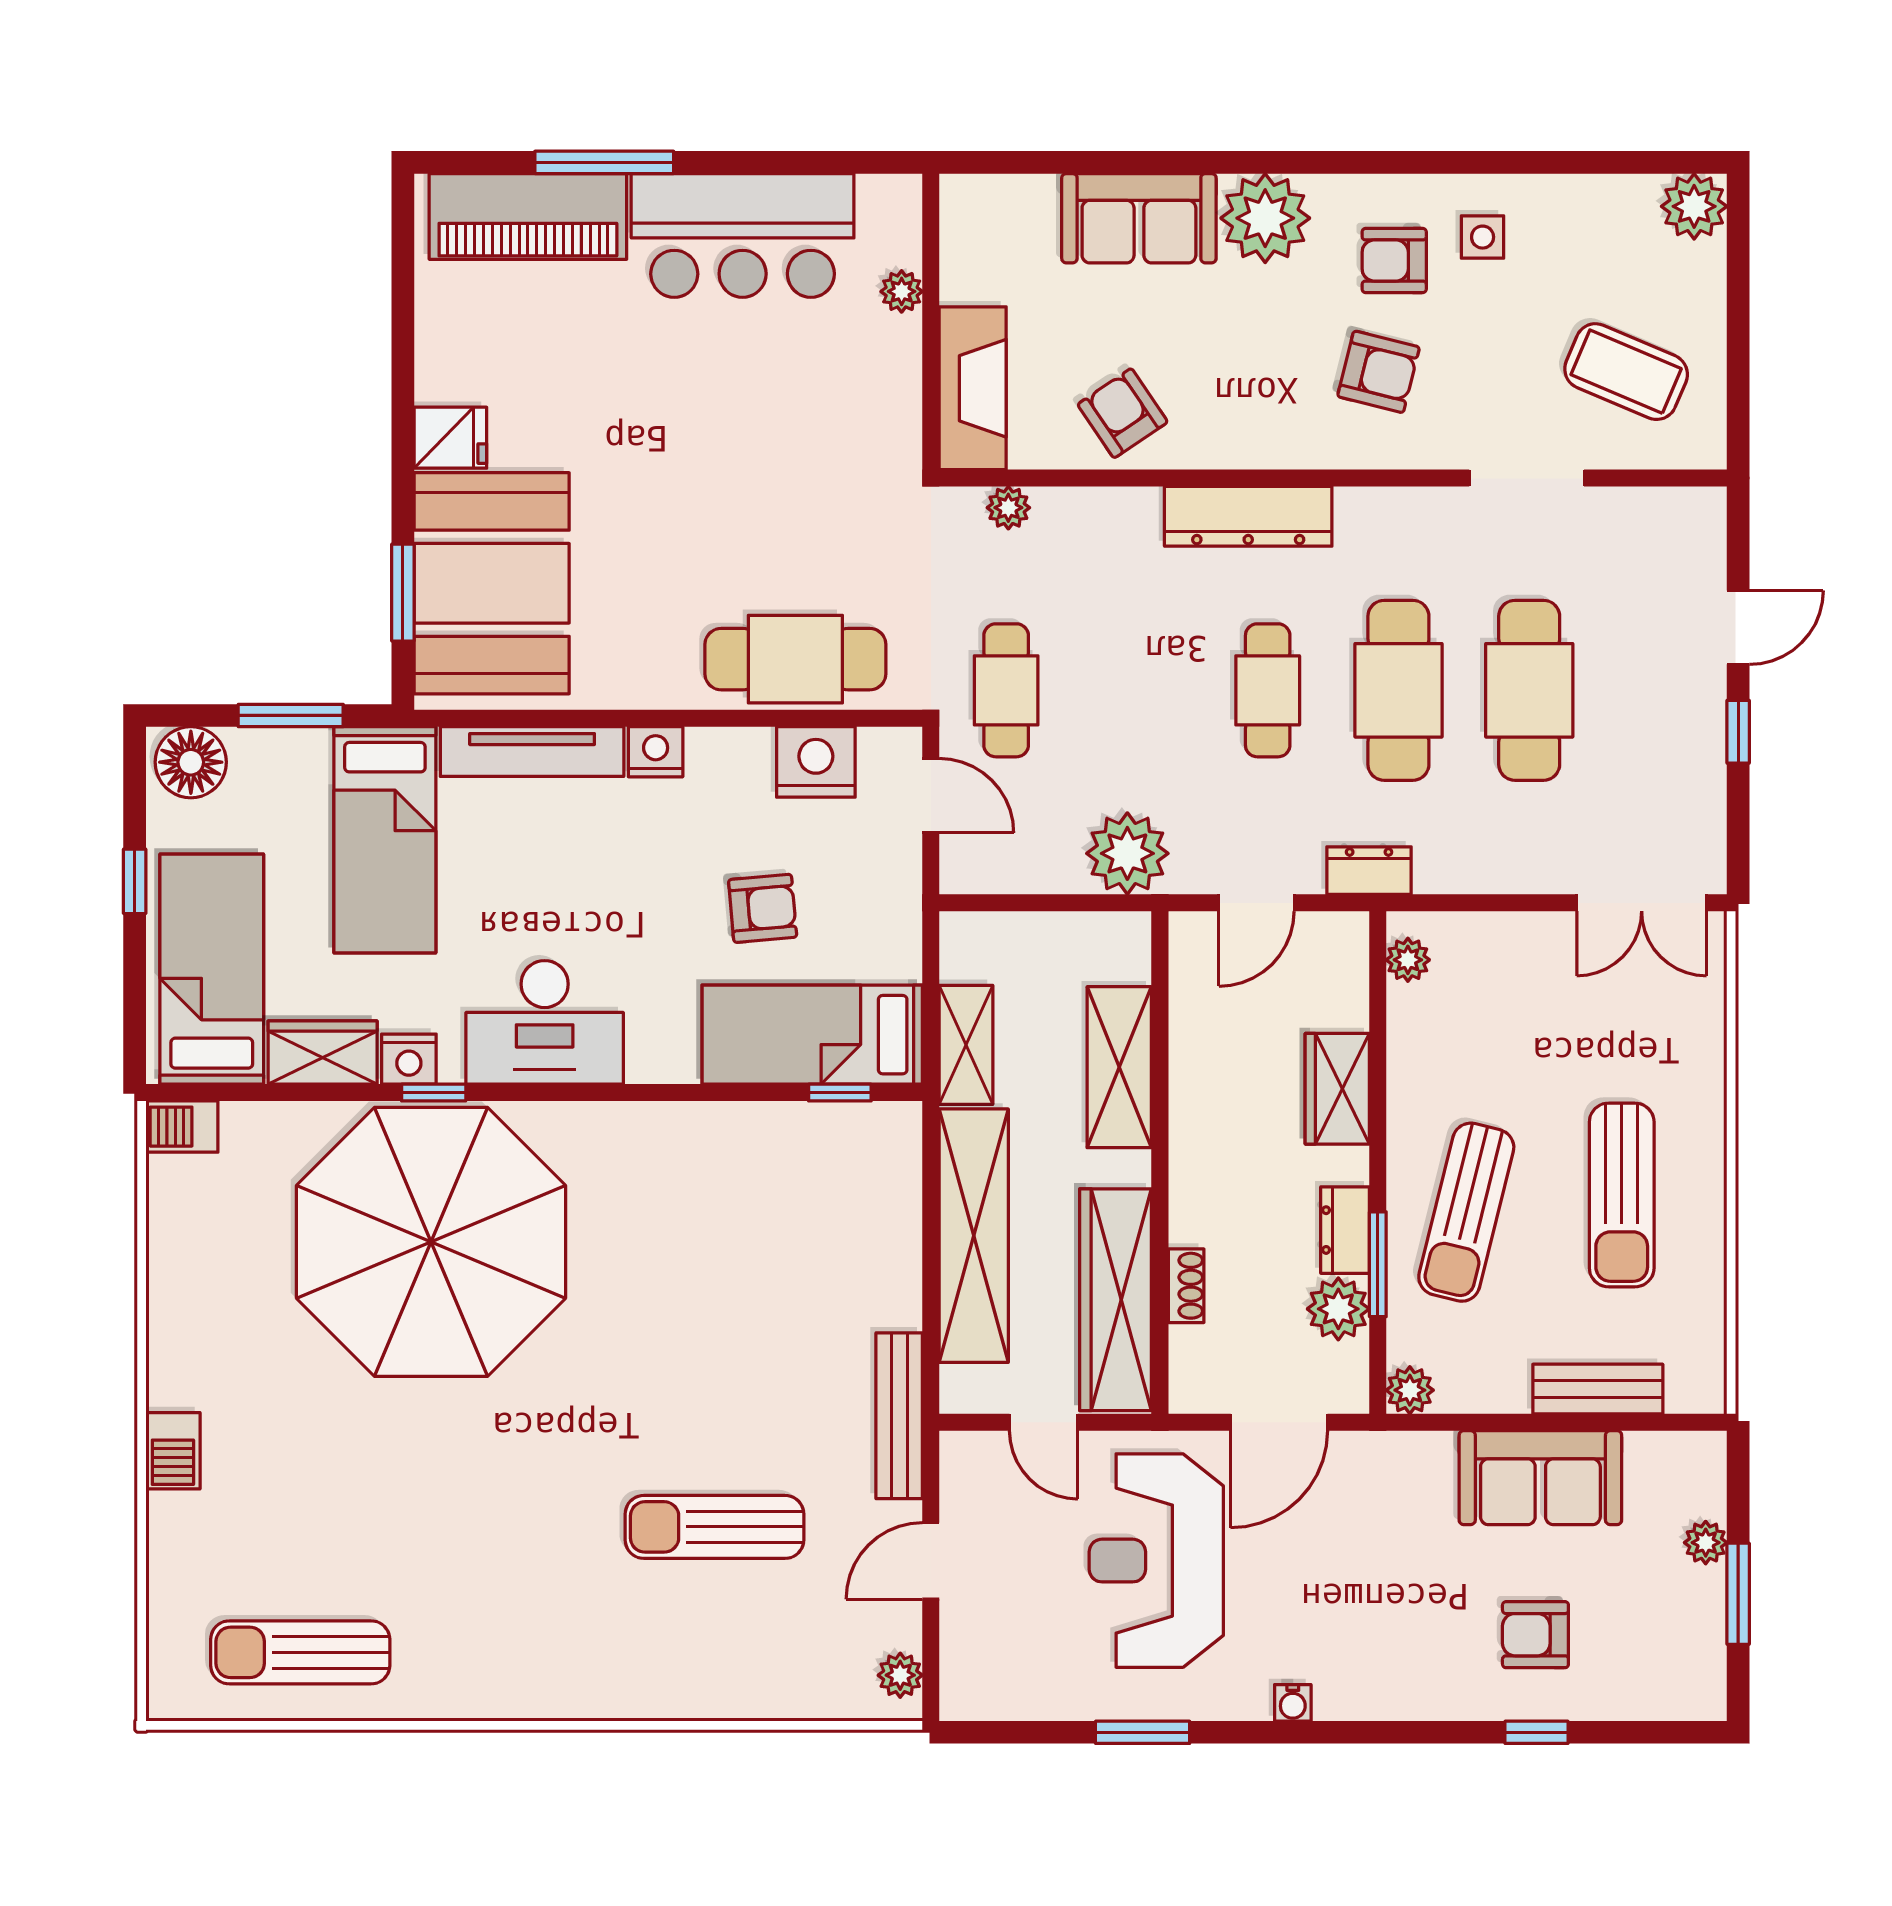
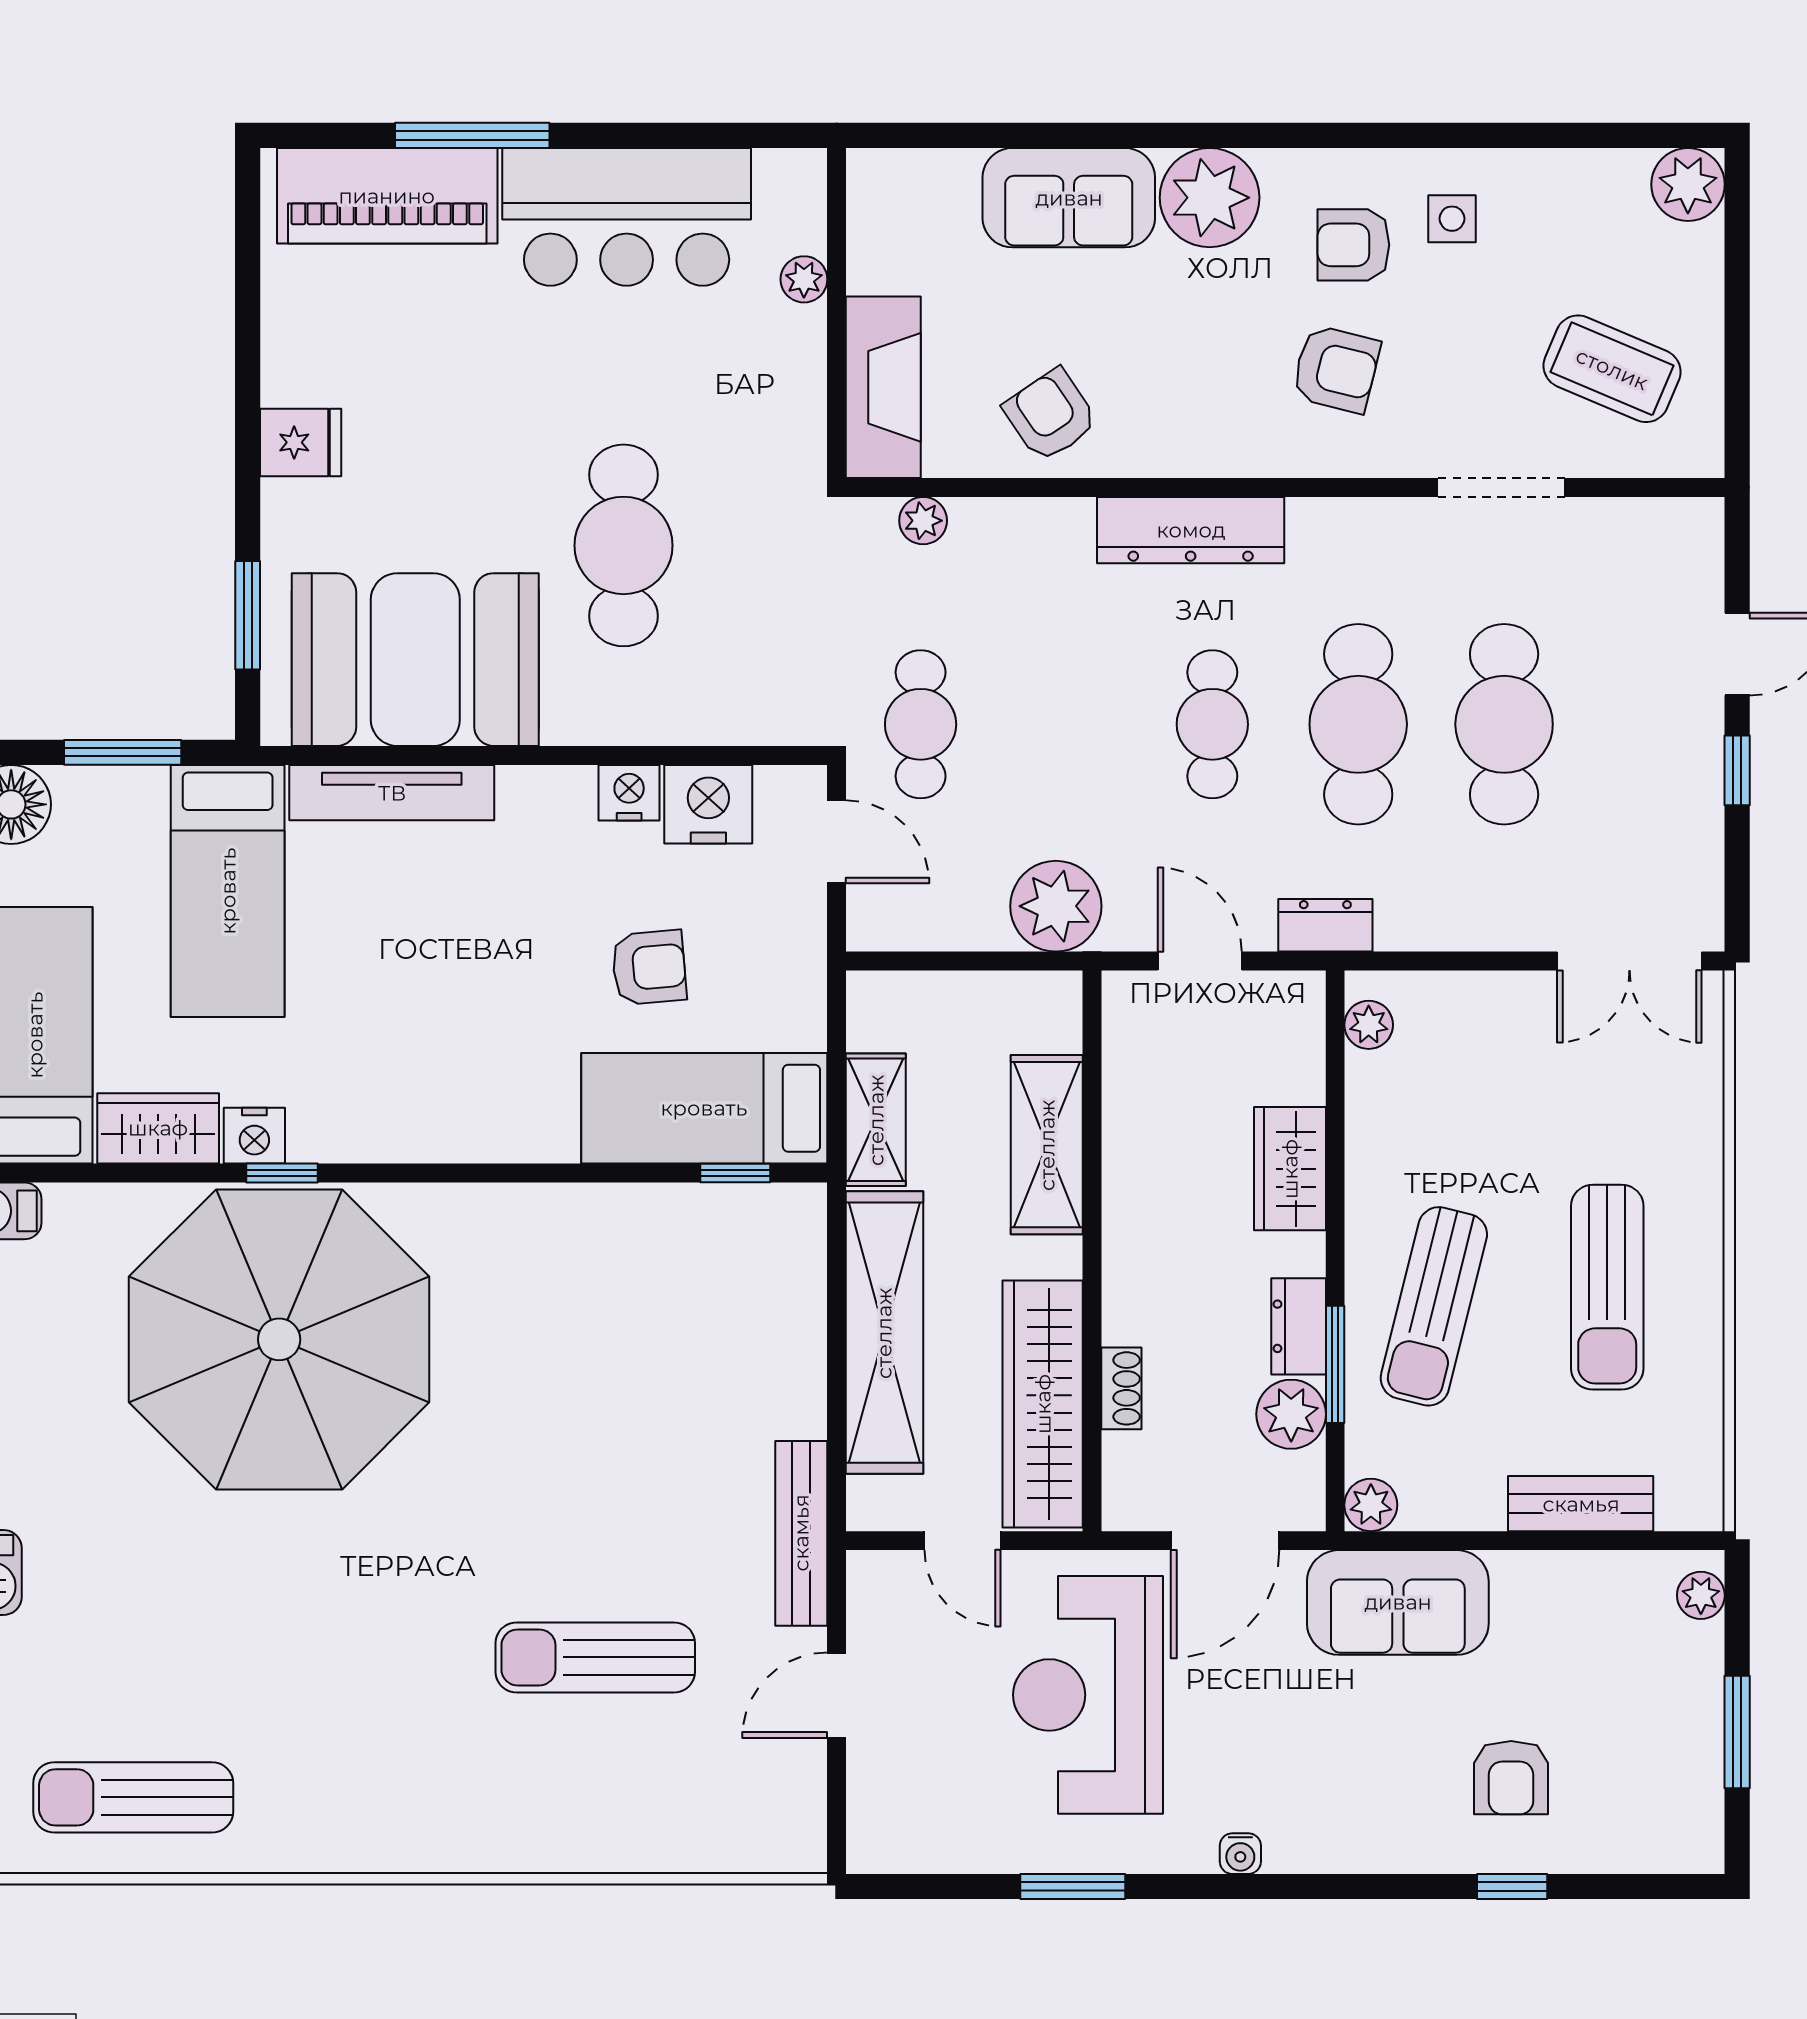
booth: (492, 583) -> (415, 660), moved, turned 90
cafe table: (795, 659) -> (623, 545), moved, turned 90
nightstand: (656, 752) -> (629, 793), moved
door: (1256, 903) -> (1200, 961), swing flipped
desk: (545, 1022) -> (406, 1095), removed
sofa: (1540, 1478) -> (1398, 1602), moved
plant: (1706, 1543) -> (1701, 1595), moved
armchair: (1535, 1635) -> (1511, 1778), turned -90
plant: (900, 1675) -> (802, 1823), removed

